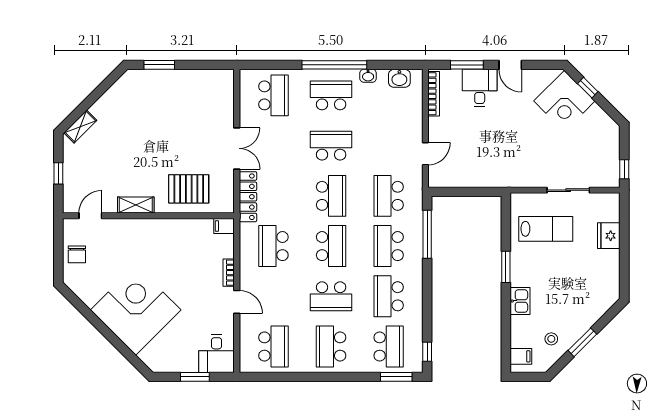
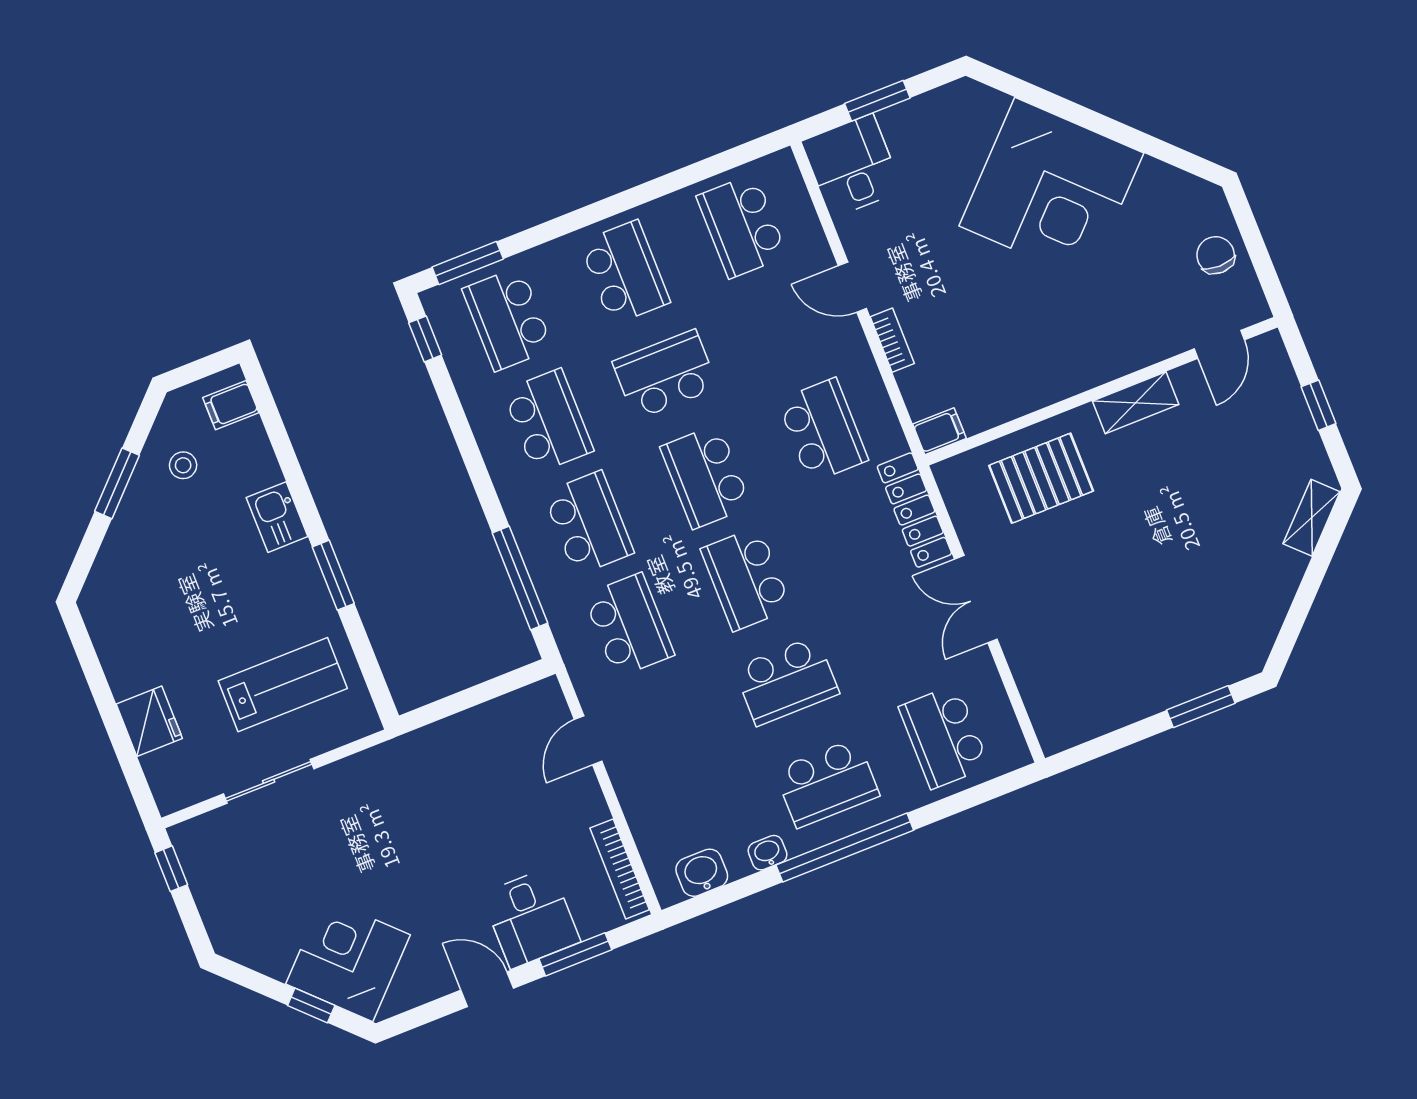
lab bench: (546, 229) -> (283, 685), turned 180

